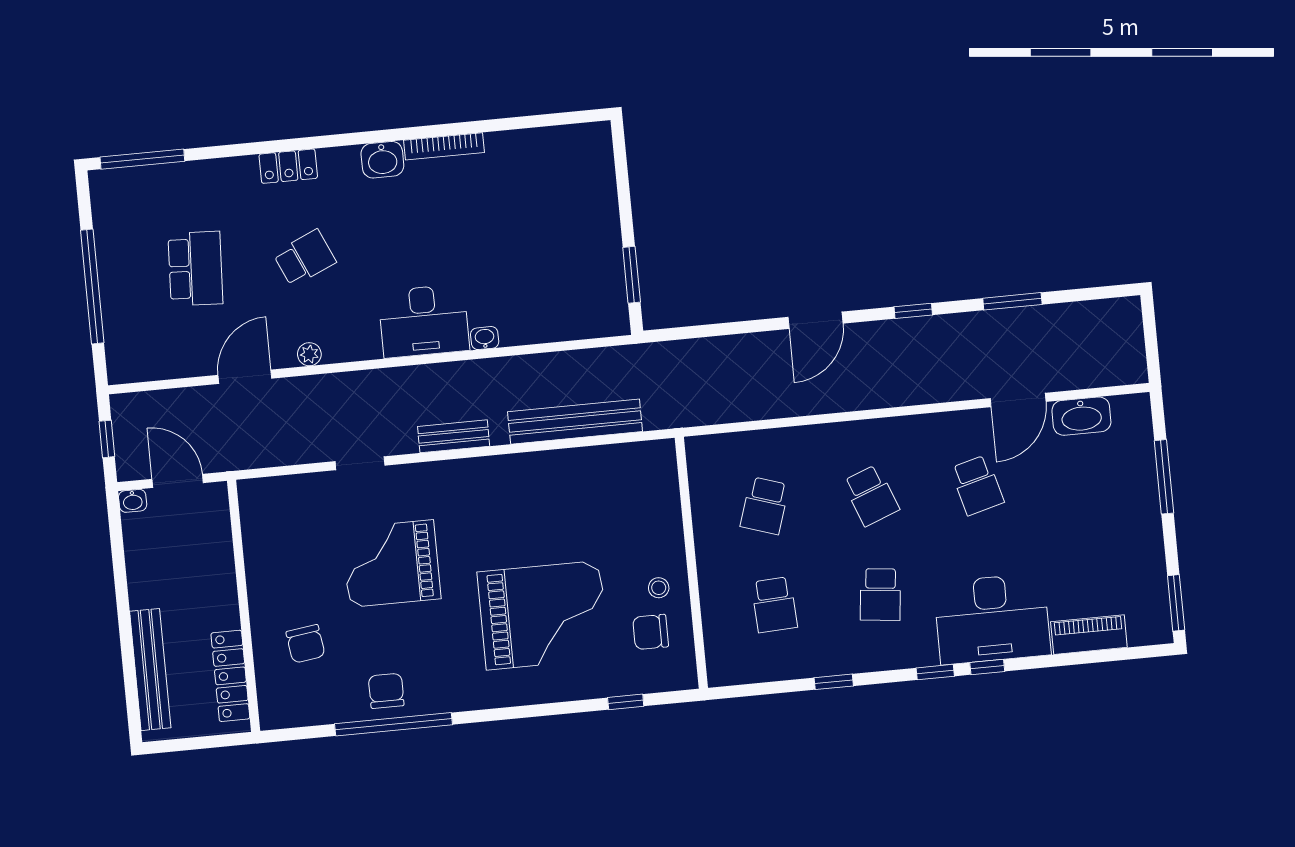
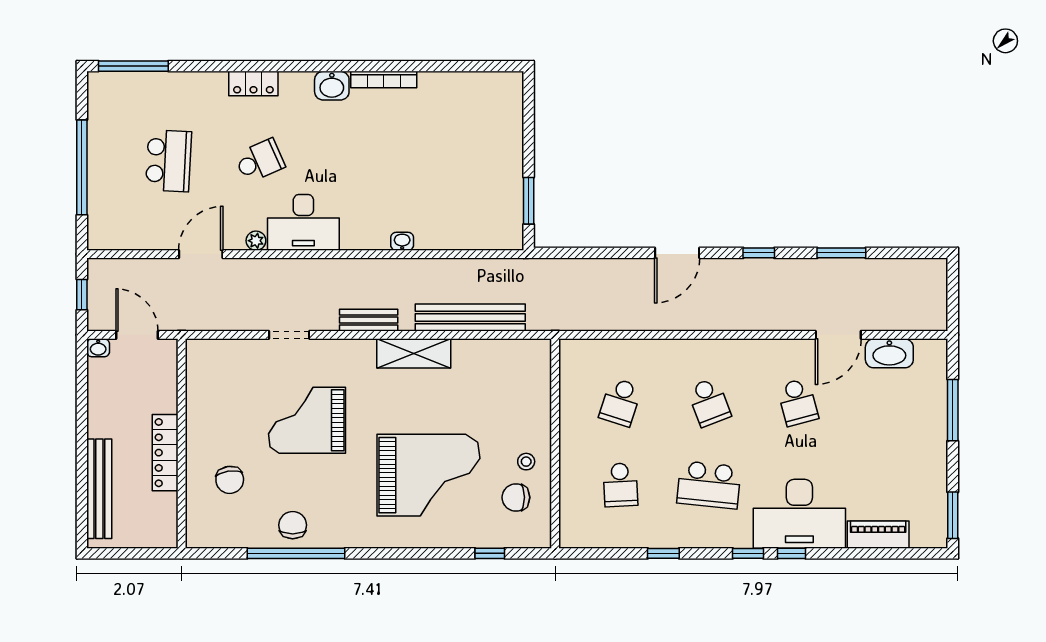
desk: (424, 321) -> (303, 222), moved
shelving: (511, 471) -> (414, 353), added
school desk: (880, 595) -> (709, 485), width x1.85
locker: (230, 676) -> (165, 453), moved

